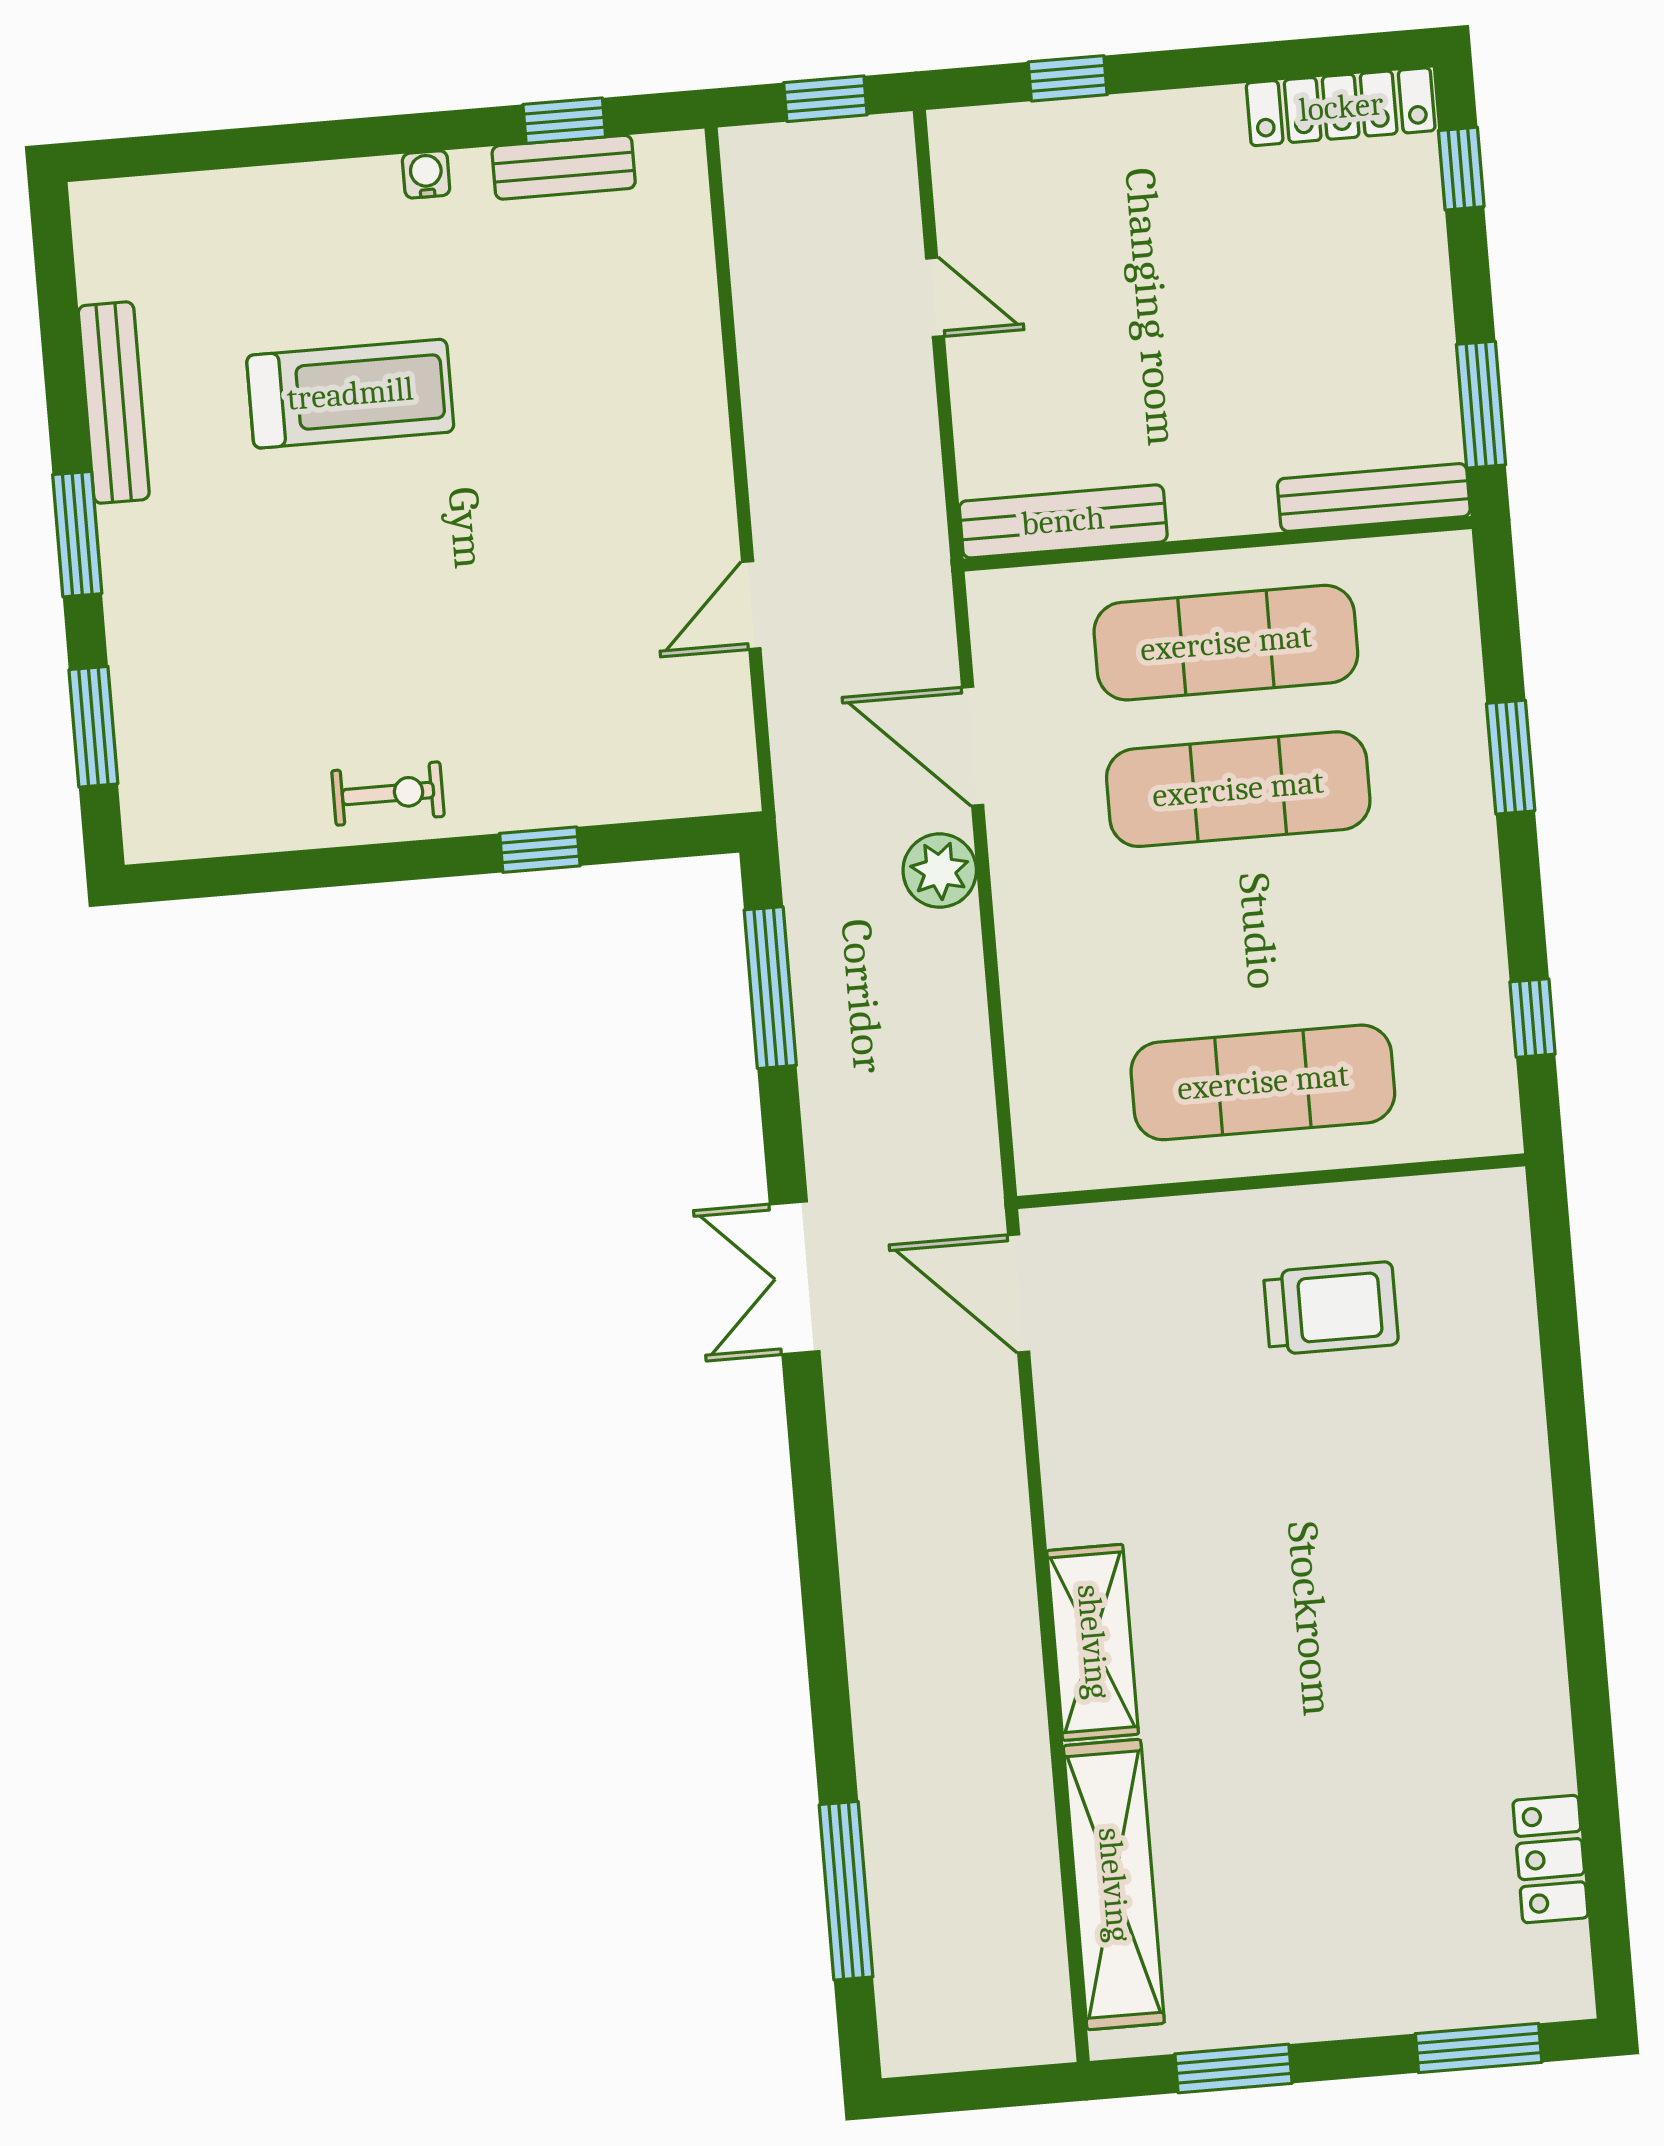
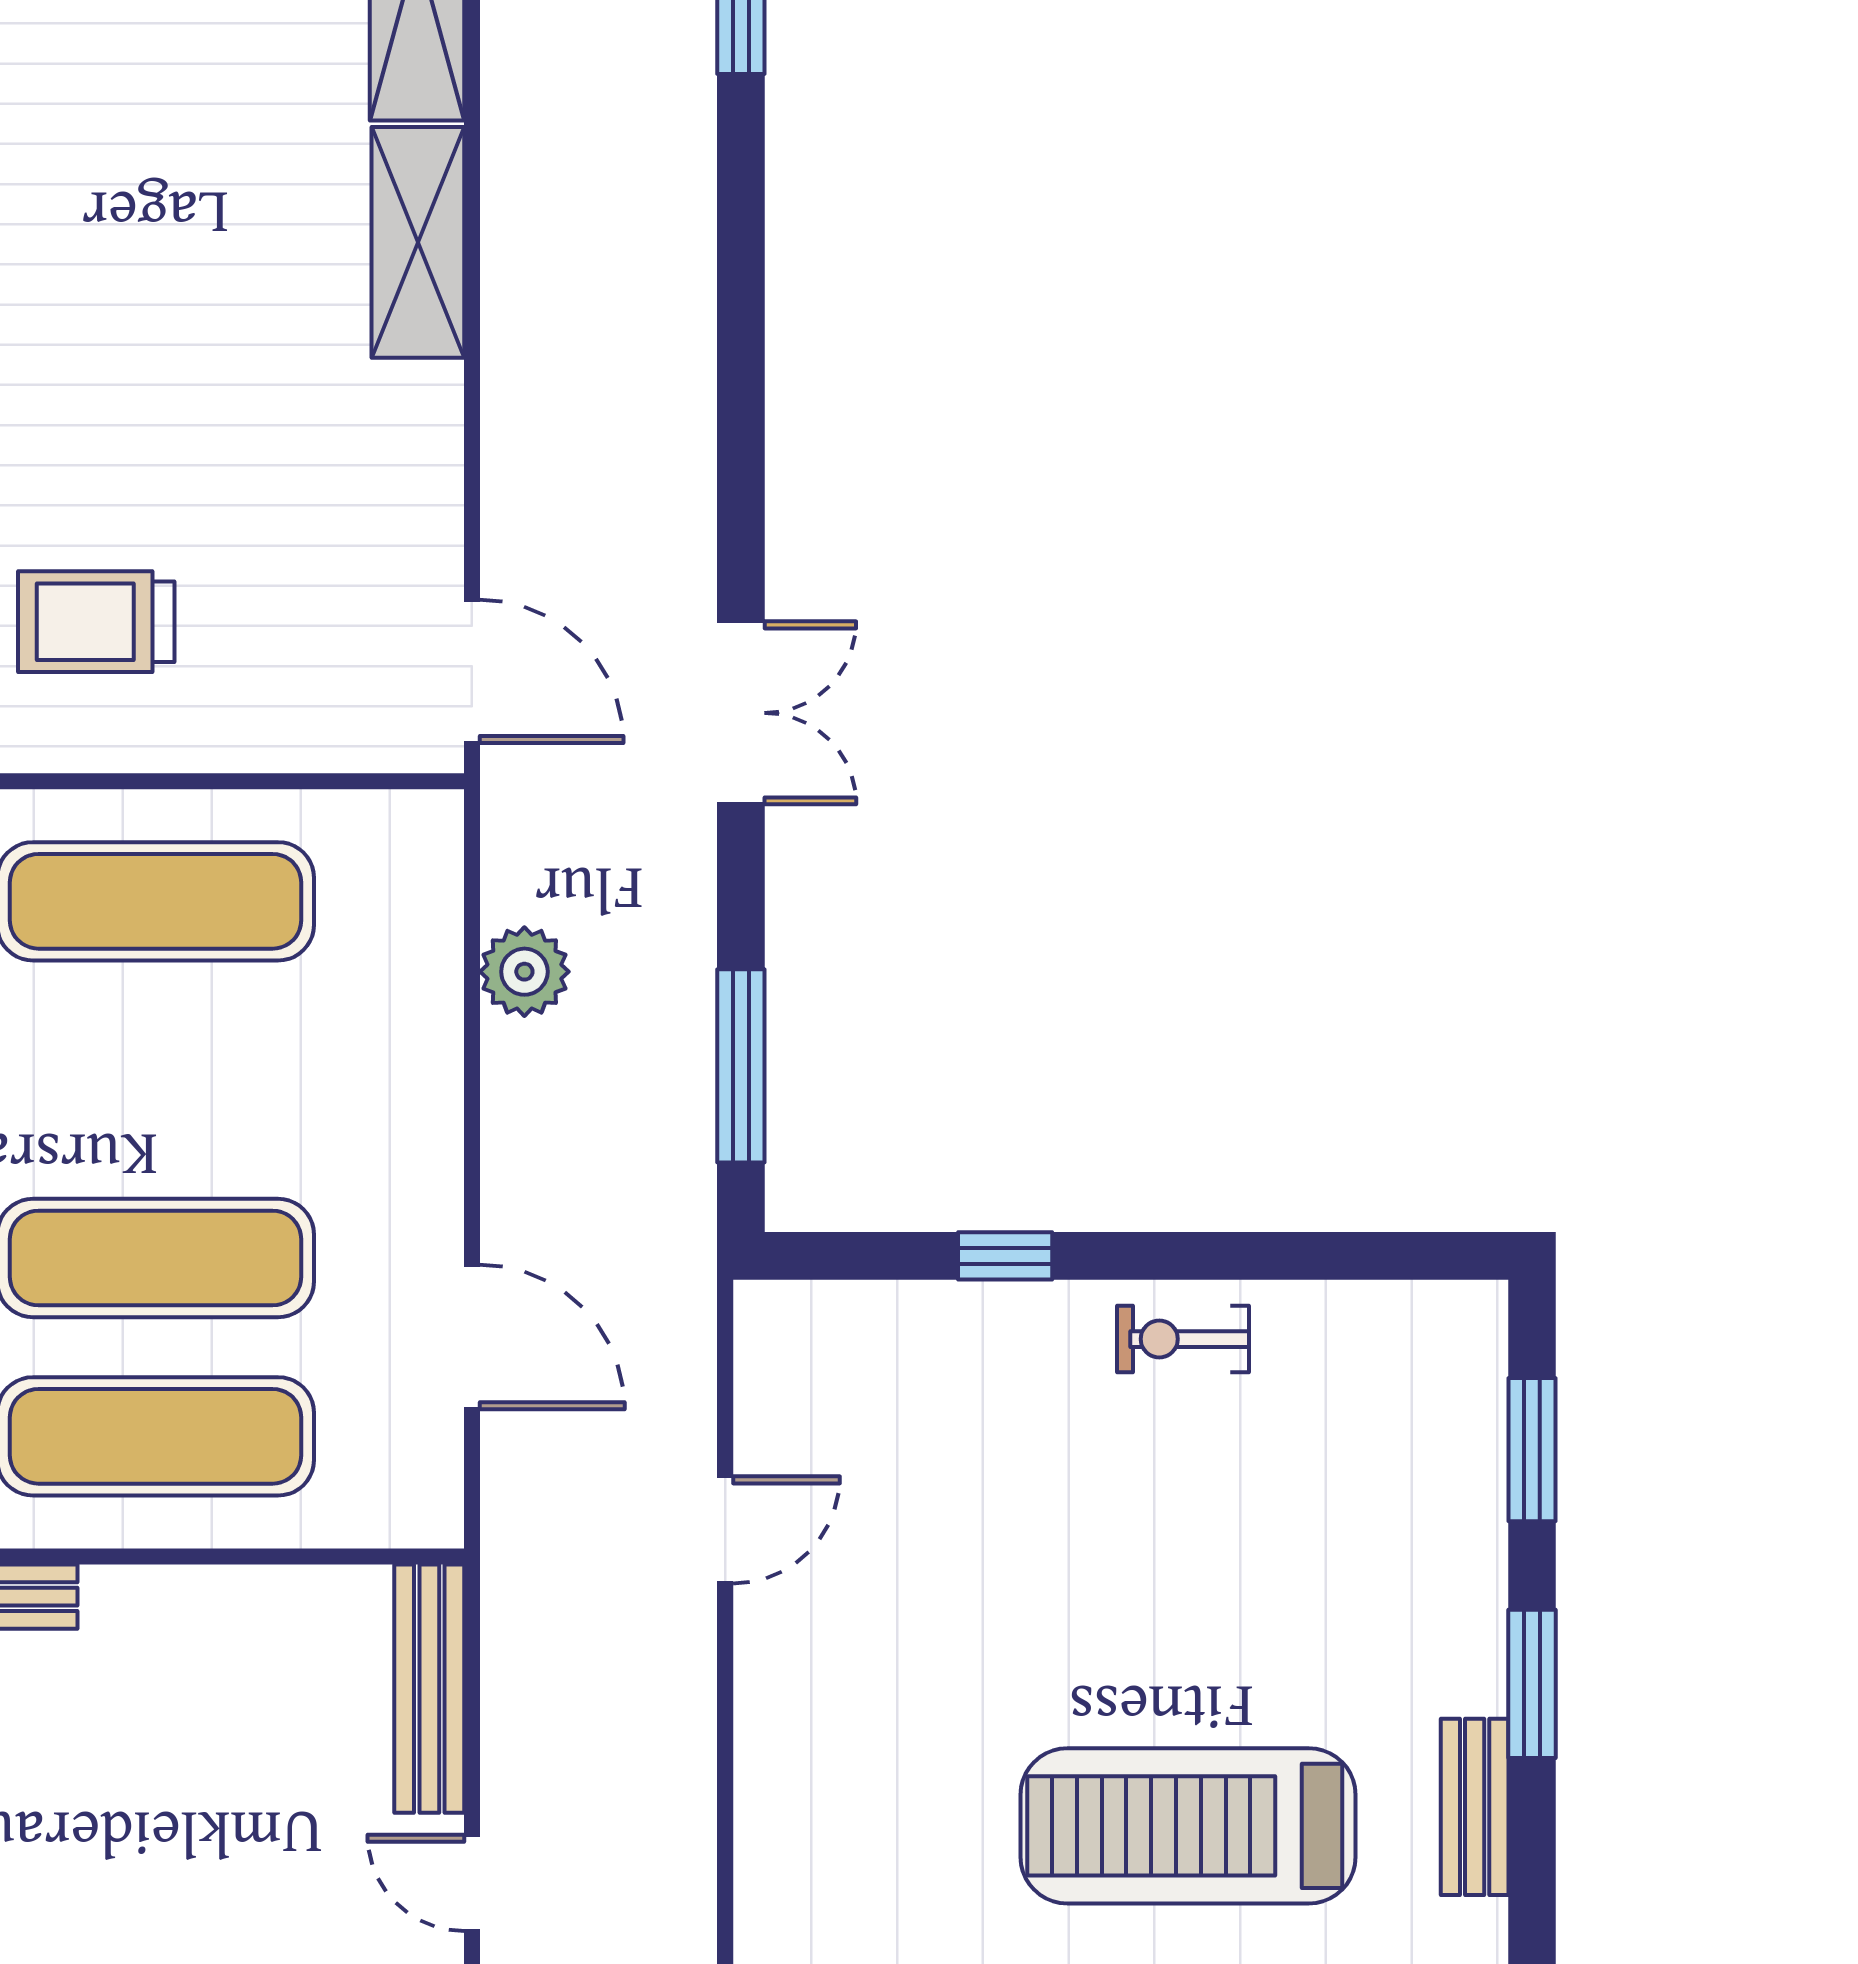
treadmill: (350, 394) -> (1188, 1826), width x1.37, depth x1.38
bench: (114, 403) -> (1475, 1807), width x0.73
bench: (1063, 521) -> (429, 1689), moved, turned 90
plant: (940, 871) -> (524, 972), moved

